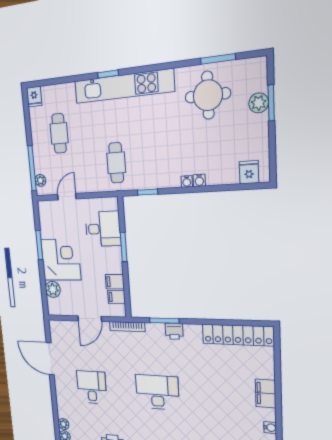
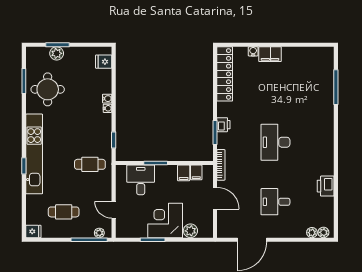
water cooler: (270, 428) -> (253, 51), moved

